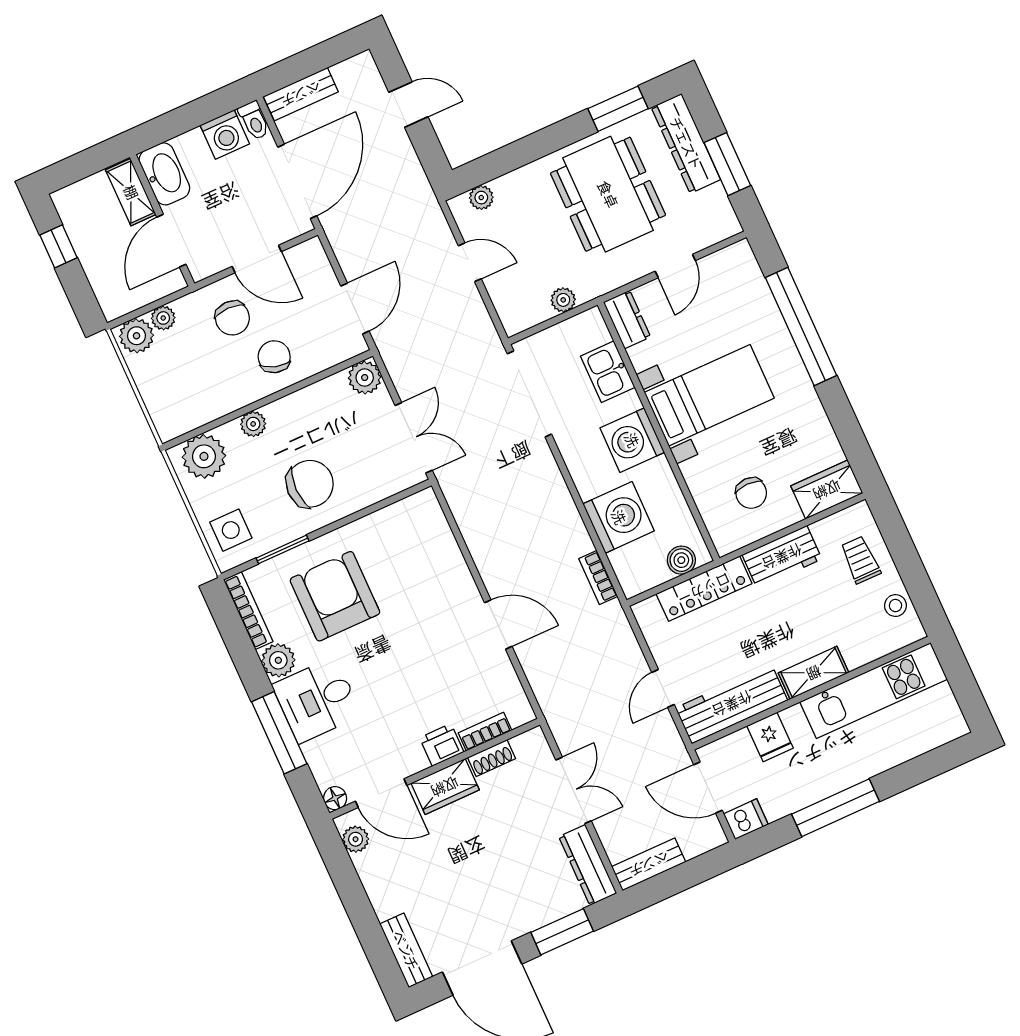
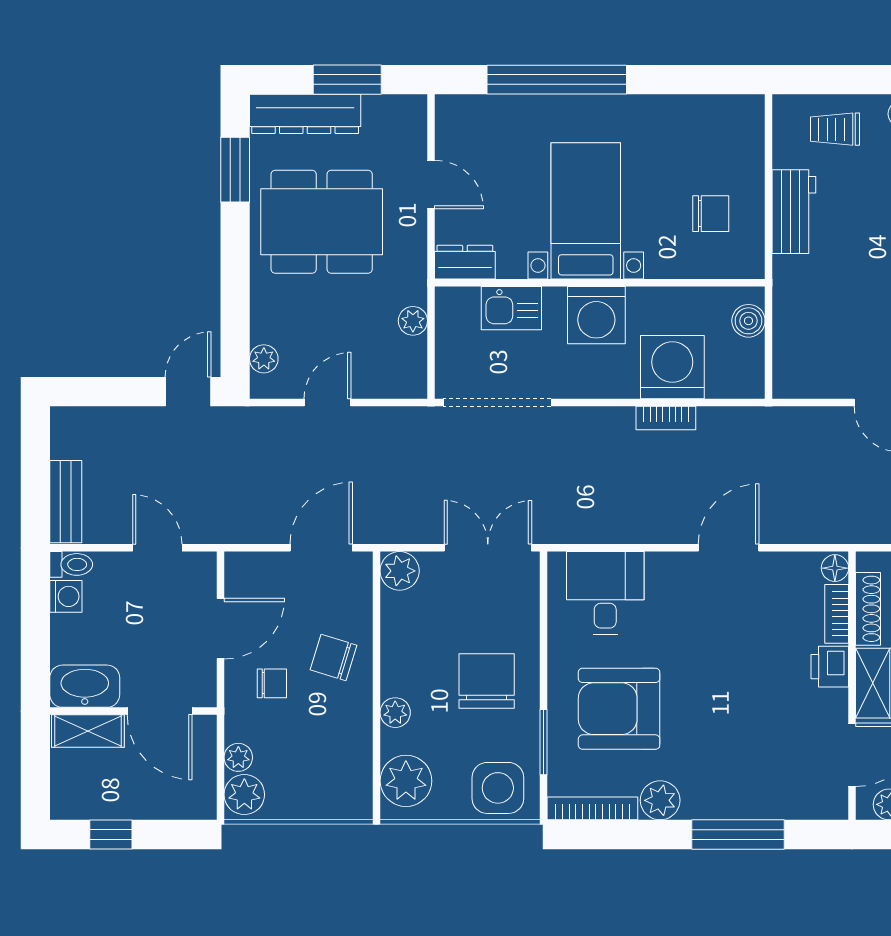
door: (408, 105) -> (188, 392), moved
washing machine: (225, 135) -> (66, 596), width x0.73, depth x0.73
door: (297, 181) -> (157, 548), width x0.53
door: (355, 309) -> (321, 548), hinge flipped
chair: (232, 318) -> (272, 683), width x0.73, depth x0.73
wardrobe: (827, 490) -> (744, 131), removed
side table: (231, 530) -> (498, 788), width x1.37, depth x1.37
bookcase: (598, 577) -> (666, 418), moved
locker: (704, 589) -> (790, 310), removed
desk: (317, 700) -> (605, 593), moved, turned 180
shoe rack: (492, 758) -> (868, 609), width x1.43
floor lamp: (335, 798) -> (835, 568), moved

